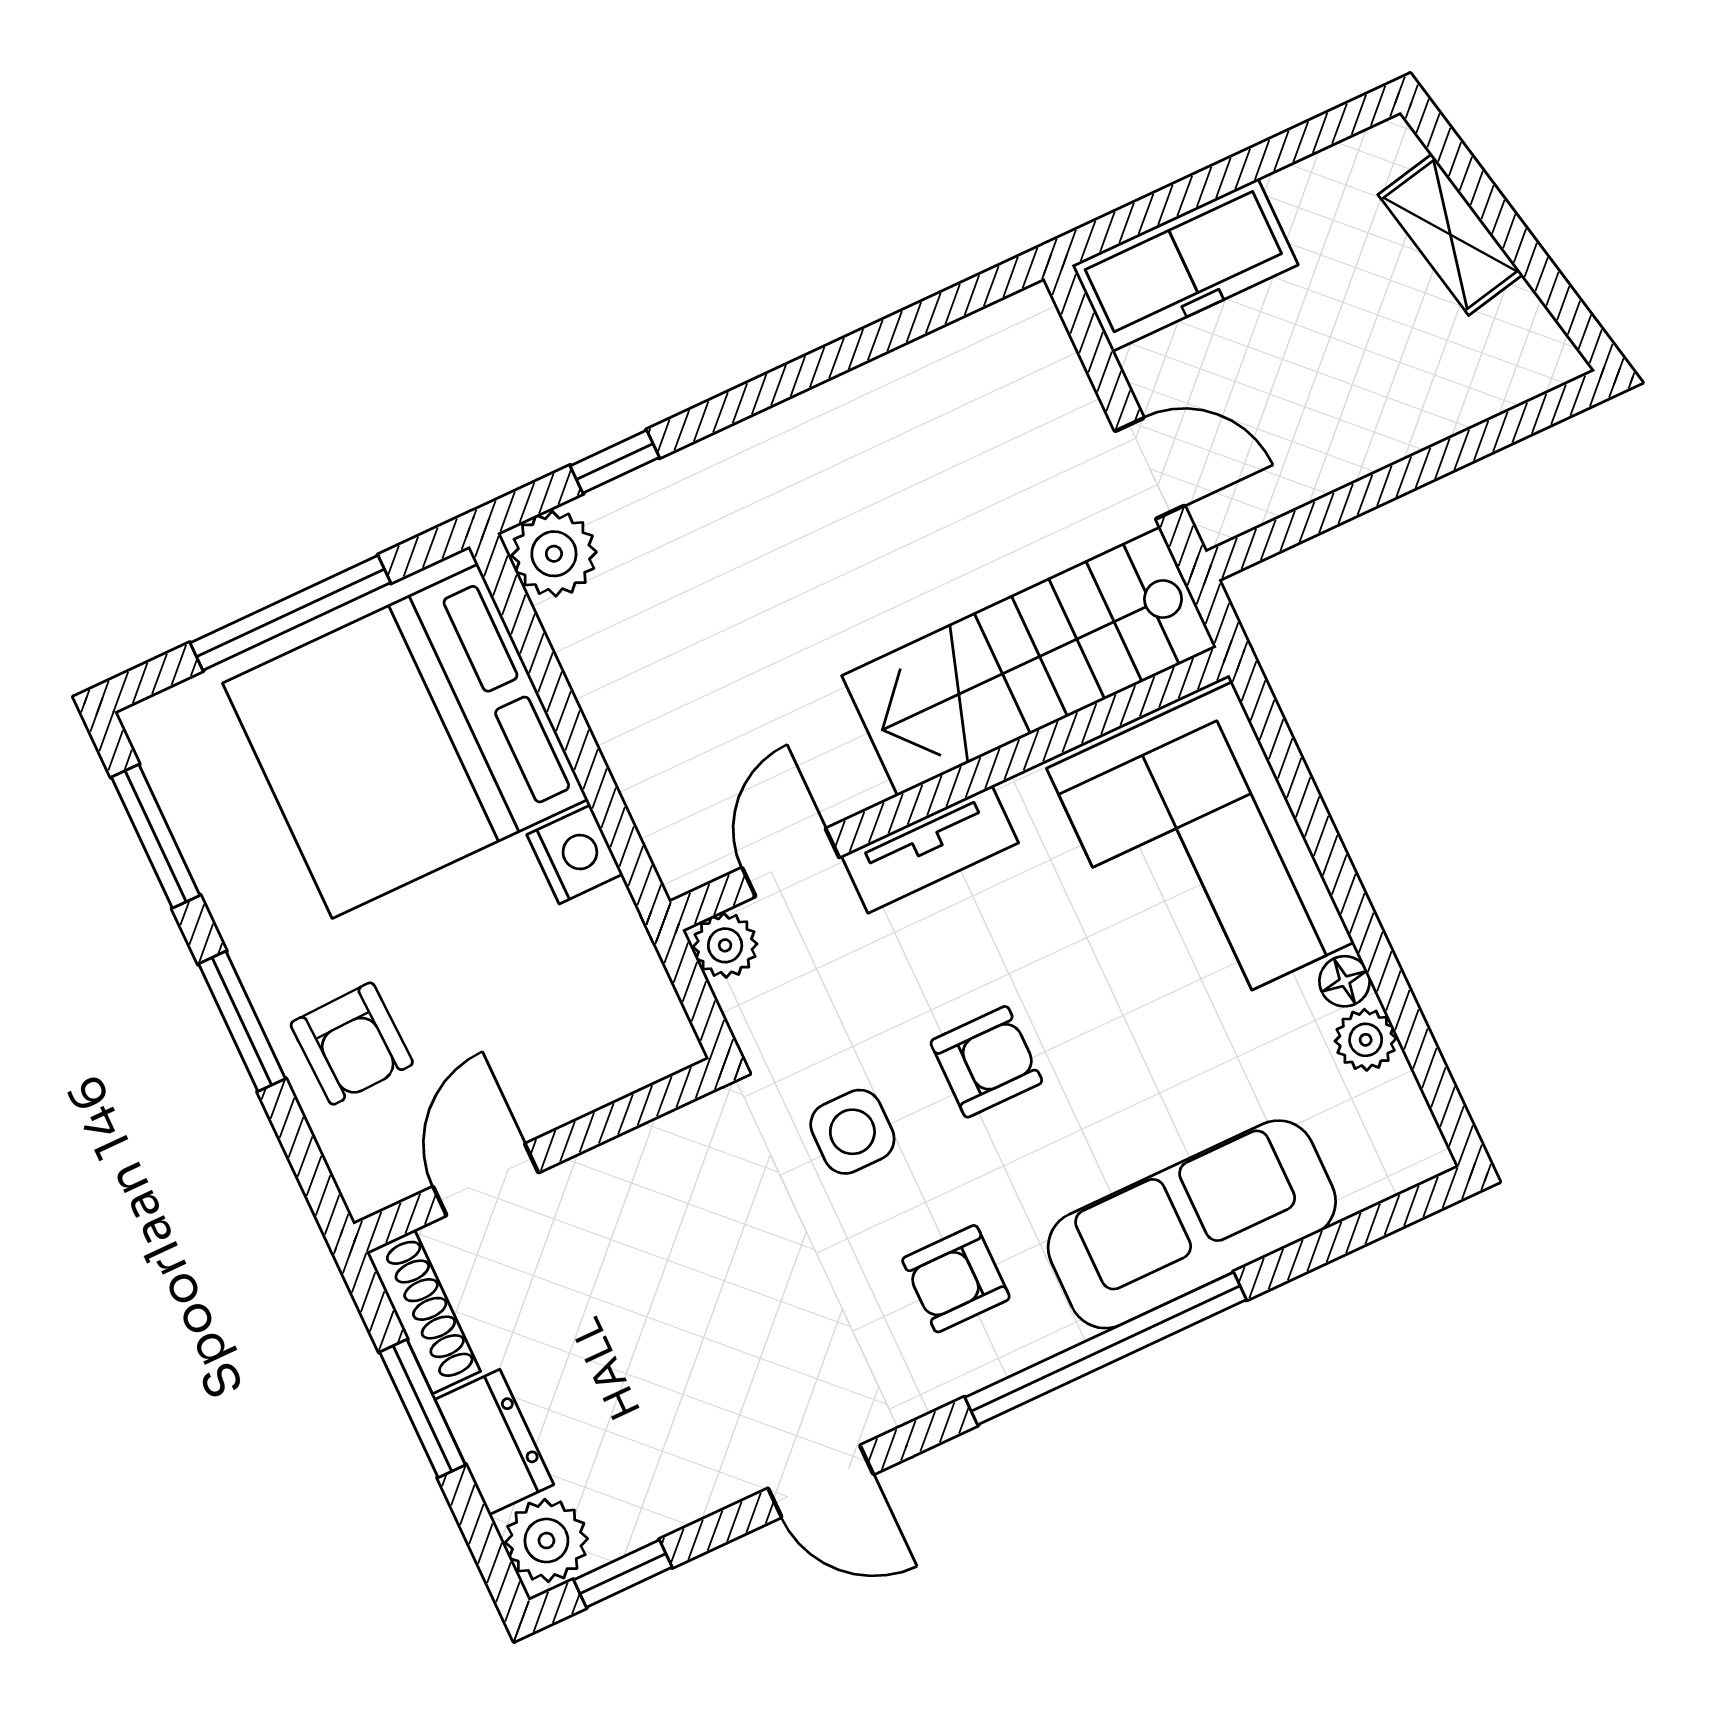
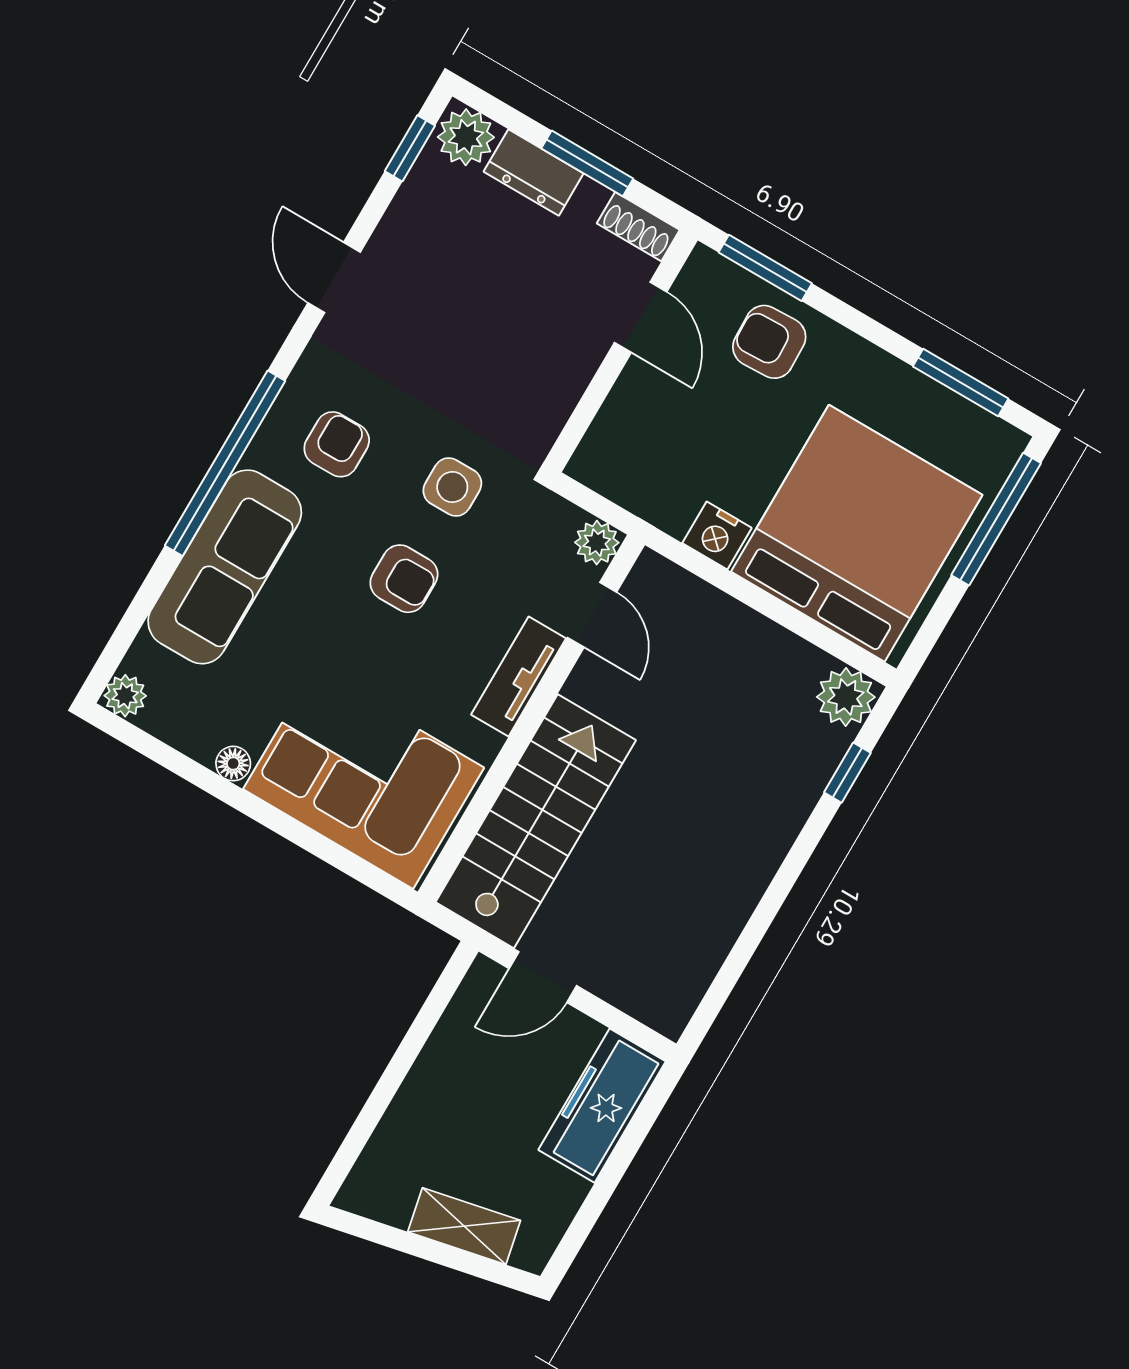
window: (290, 613) -> (996, 519), moved
window: (242, 1021) -> (765, 268), moved
plant: (1366, 1040) -> (125, 696), moved
armchair: (986, 1062) -> (404, 579), turned -90
shoe rack: (423, 1312) -> (638, 227), width x0.70
door: (821, 1481) -> (334, 277), hinge flipped

